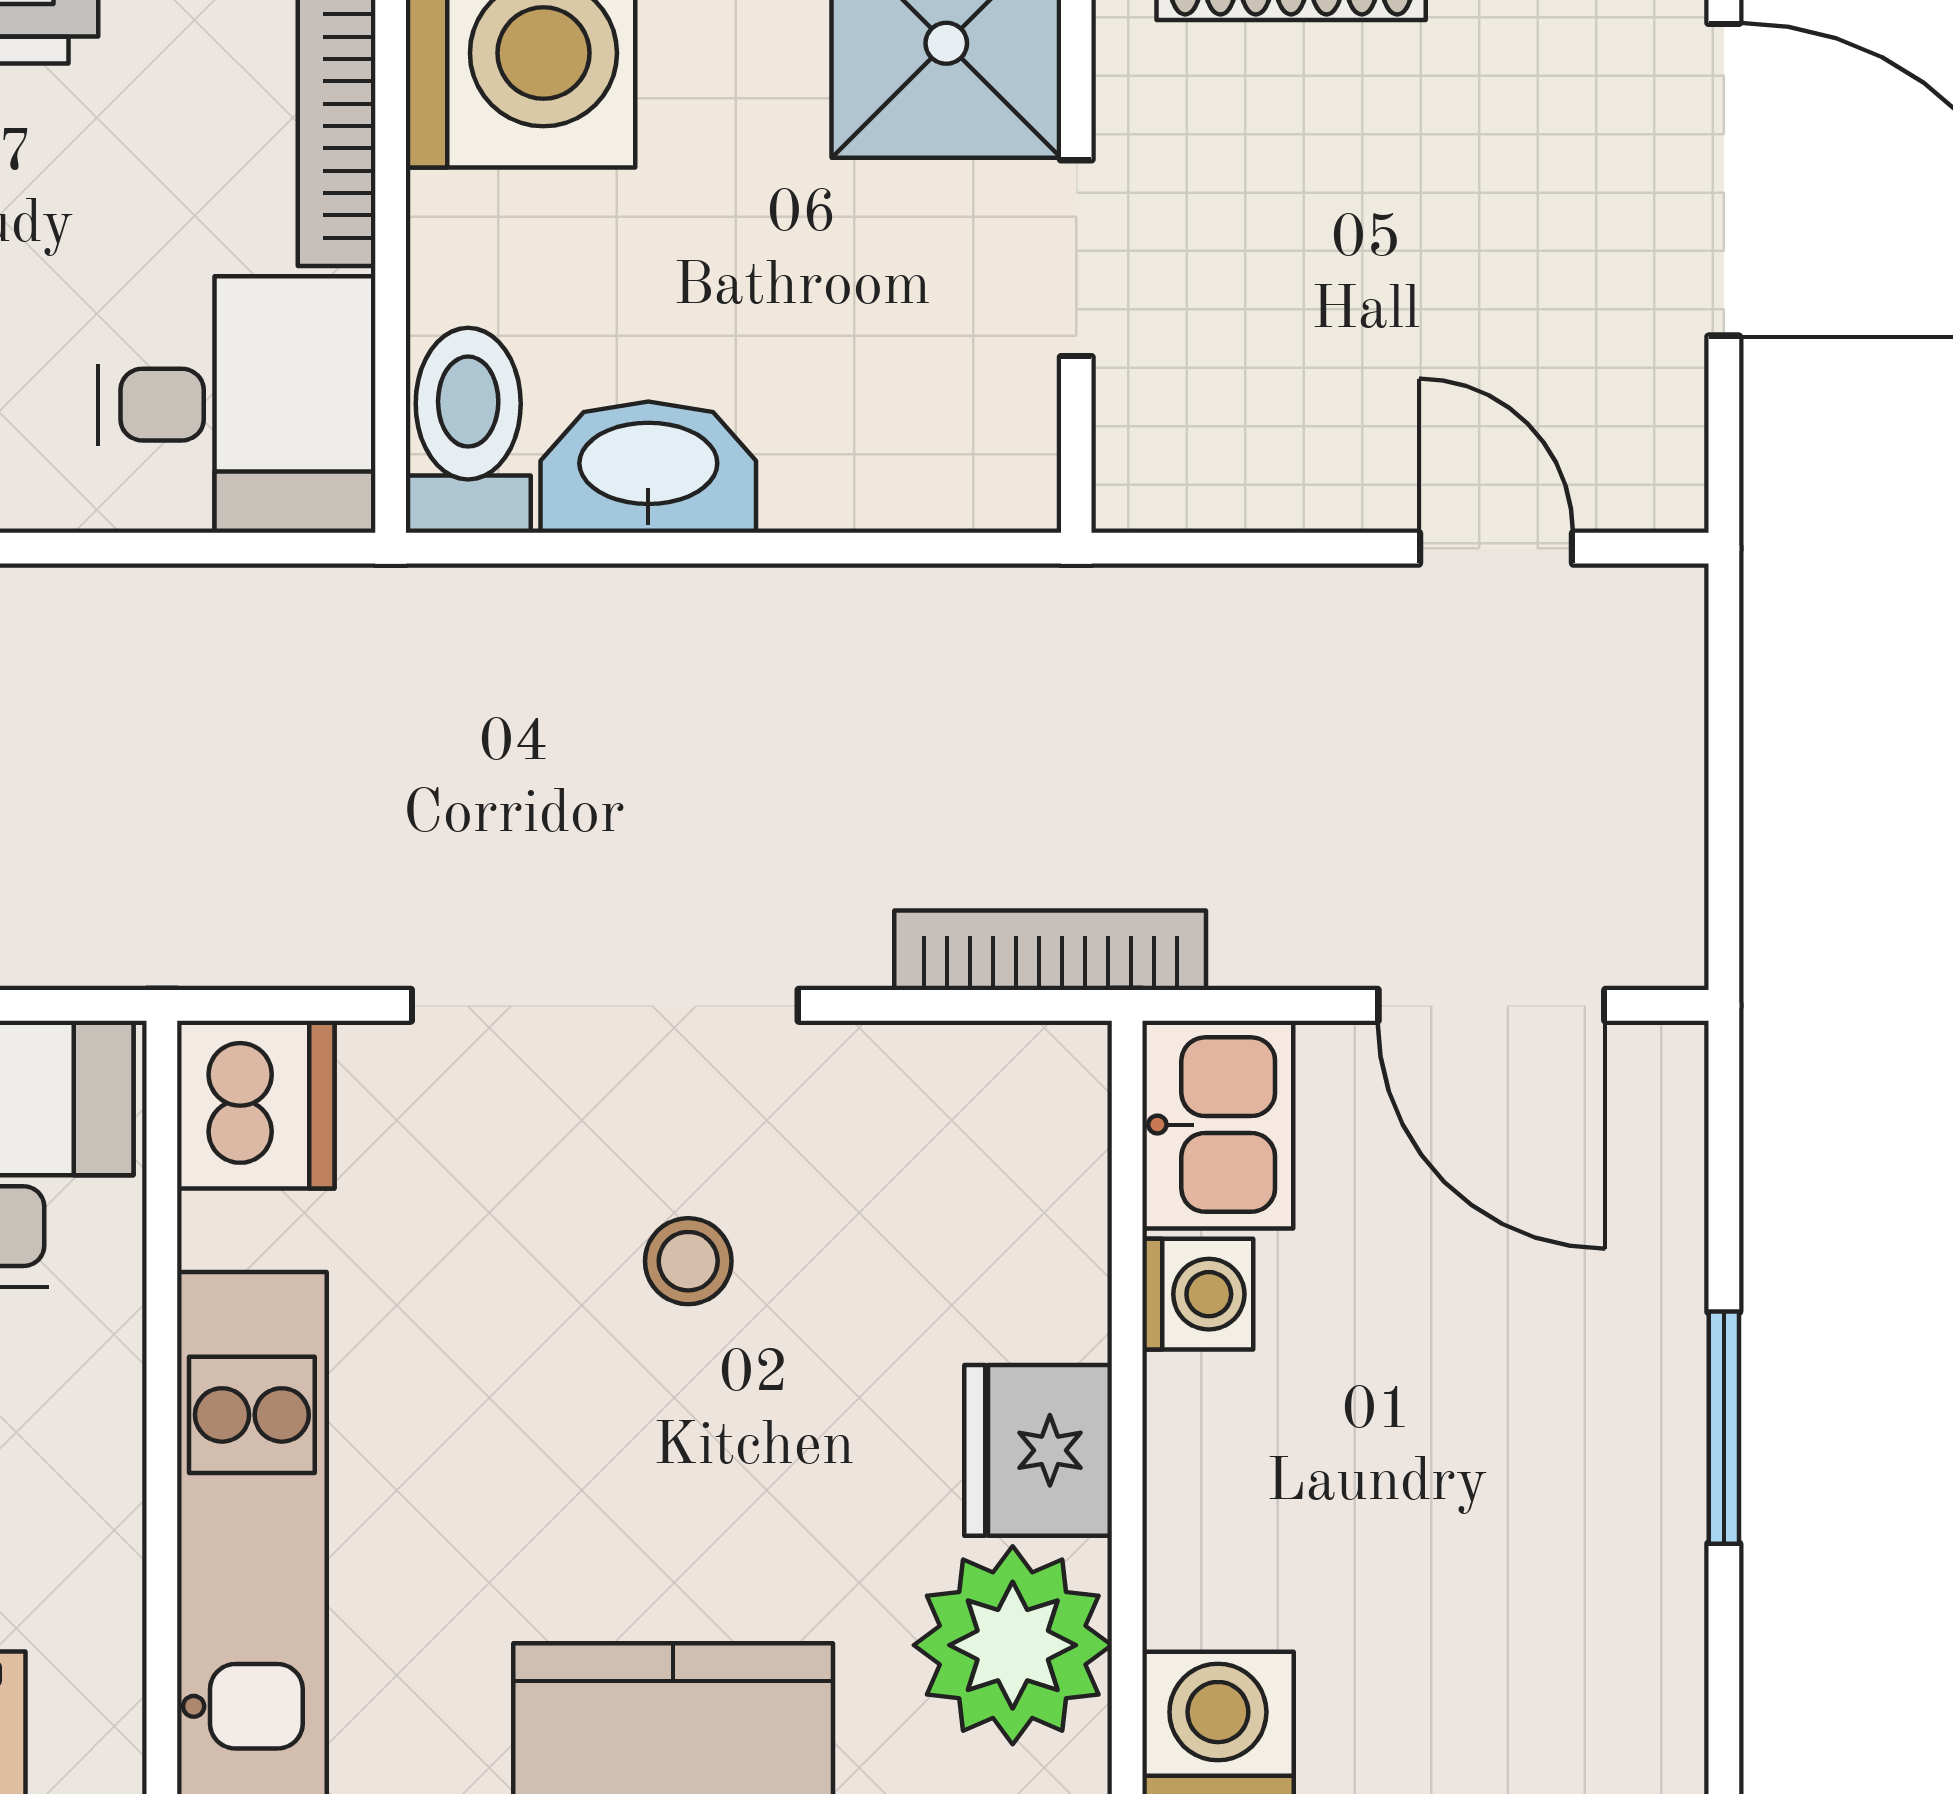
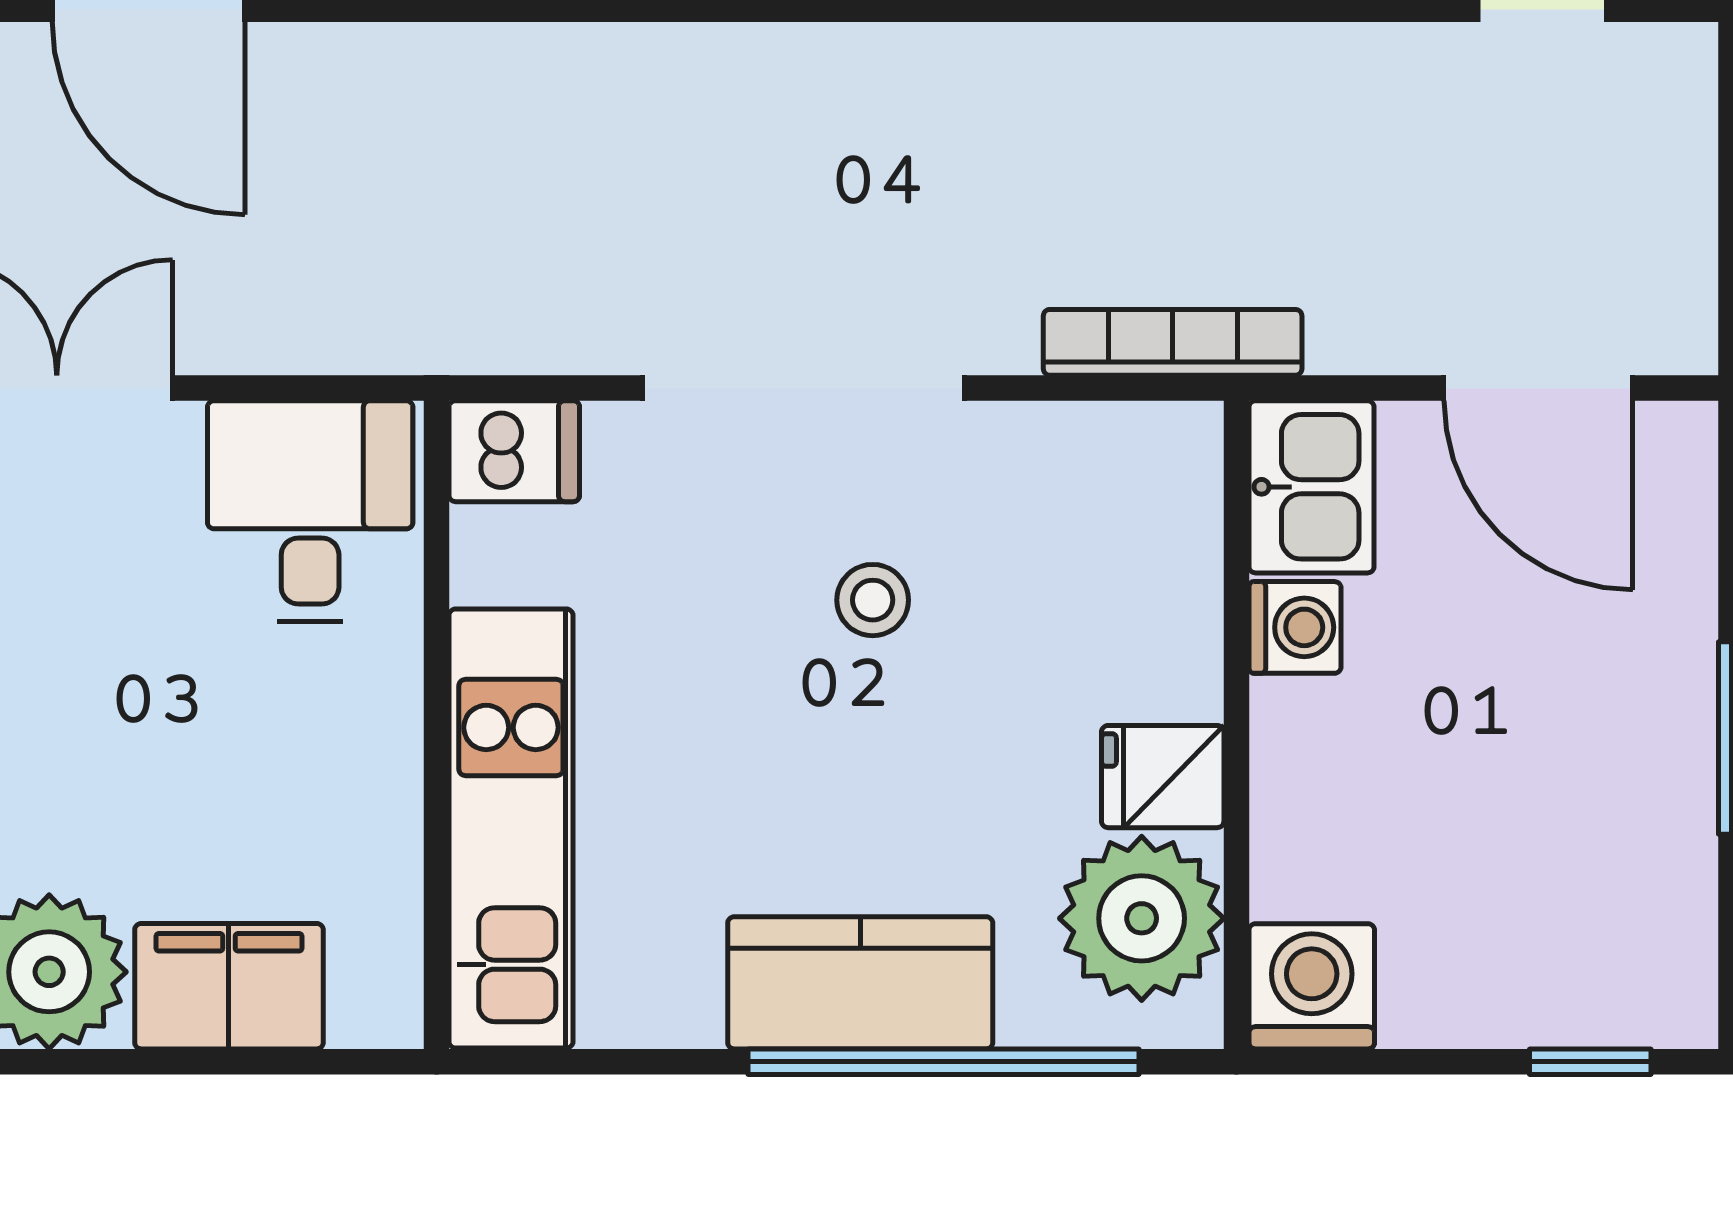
dishwasher: (256, 1105) -> (514, 451), width x0.73
fridge: (1038, 1450) -> (1163, 777), width x0.72

